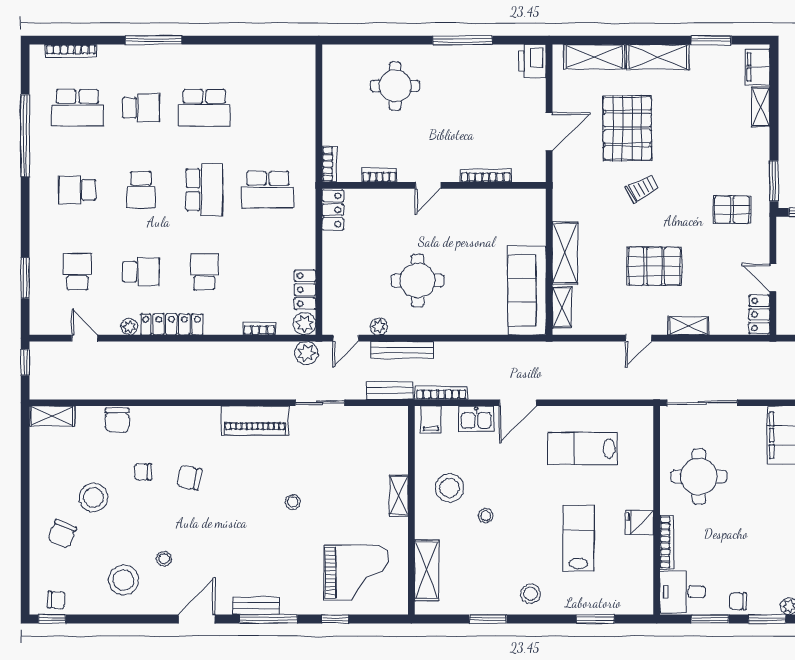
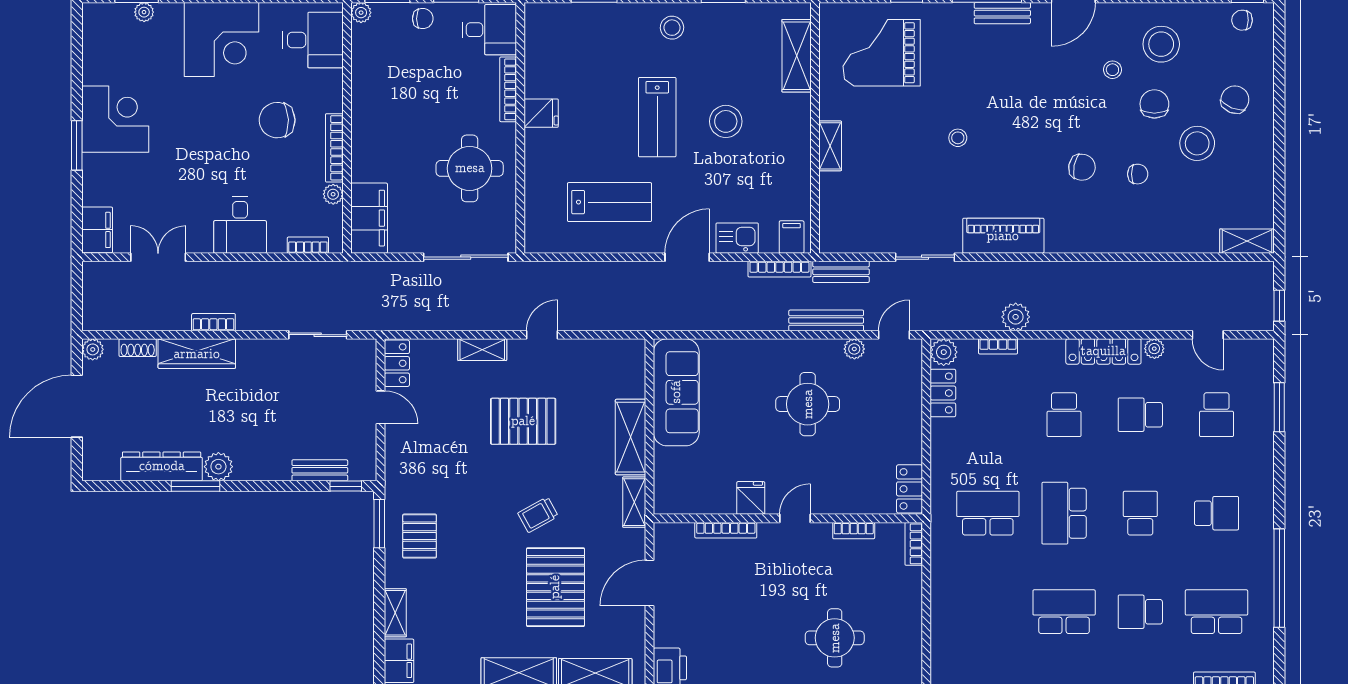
fridge: (465, 202) -> (751, 498), added
pallet: (732, 210) -> (420, 536), moved, turned 90
shelving: (562, 307) -> (634, 502), moved
plant: (306, 353) -> (1016, 317), moved
chair: (117, 420) -> (1154, 104), moved
stool: (450, 488) -> (769, 155), removed
stool: (486, 516) -> (726, 121), width x1.89, depth x1.89
lab bench: (578, 538) -> (657, 117), moved

